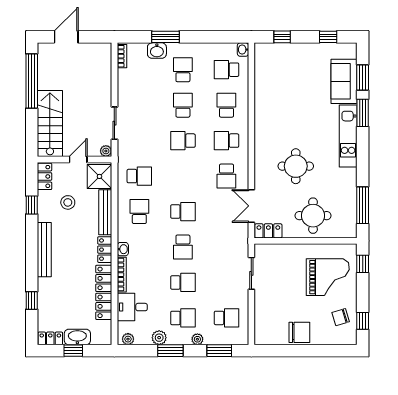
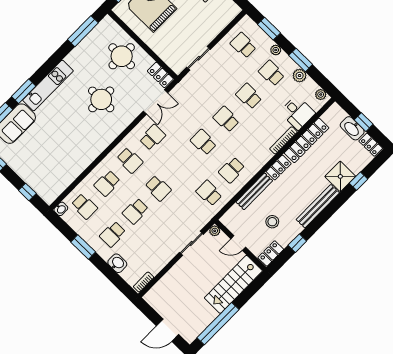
window: (166, 37) -> (83, 247), moved
shower: (99, 176) -> (340, 176), moved
school desk: (183, 247) -> (226, 119), turned -90
washbasin: (123, 249) -> (267, 156), removed

